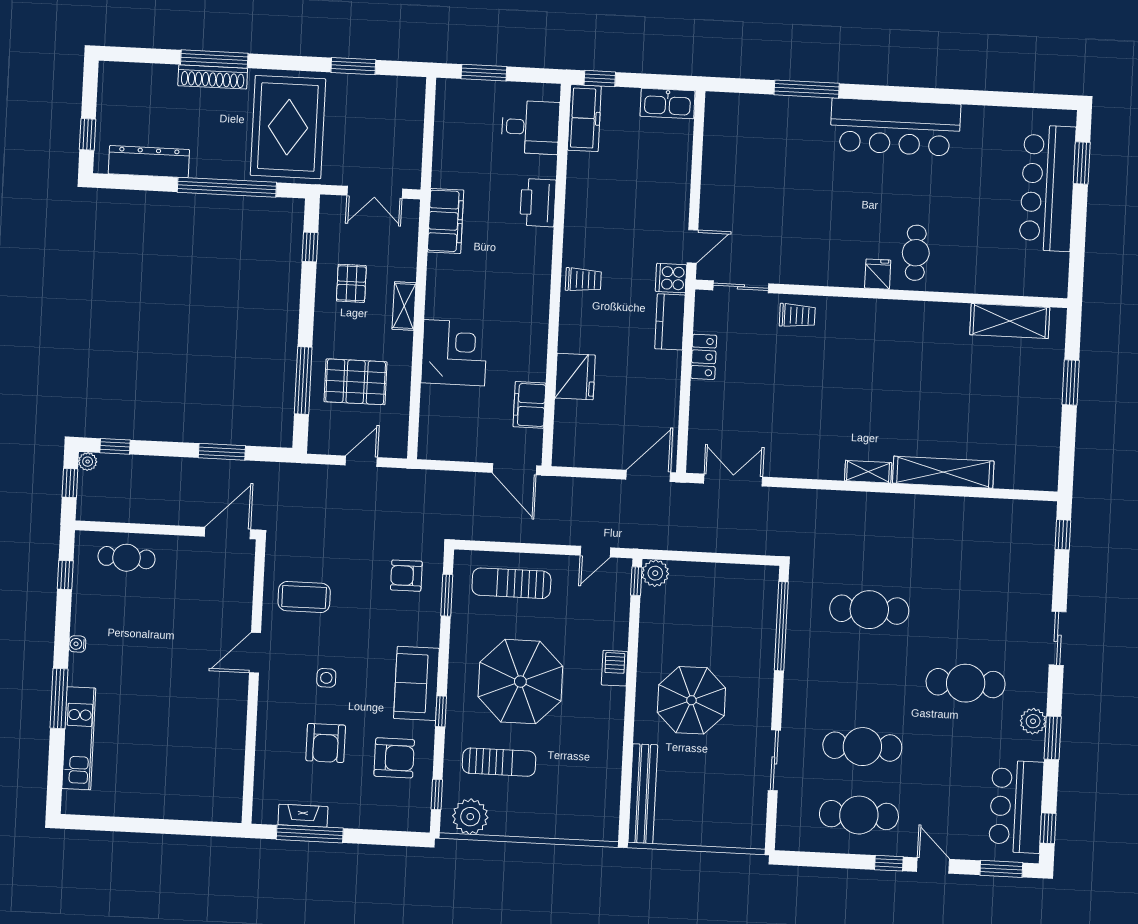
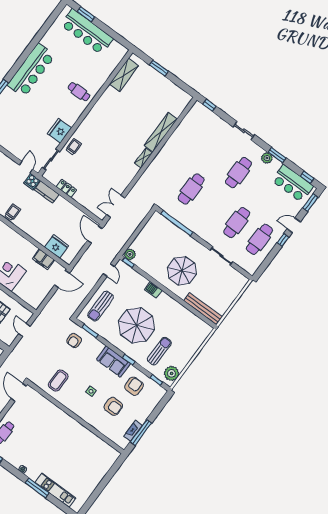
fridge: (878, 274) -> (59, 131), moved, width x1.88, depth x1.34
fridge: (575, 376) -> (57, 246), moved
door: (255, 653) -> (66, 410), removed

